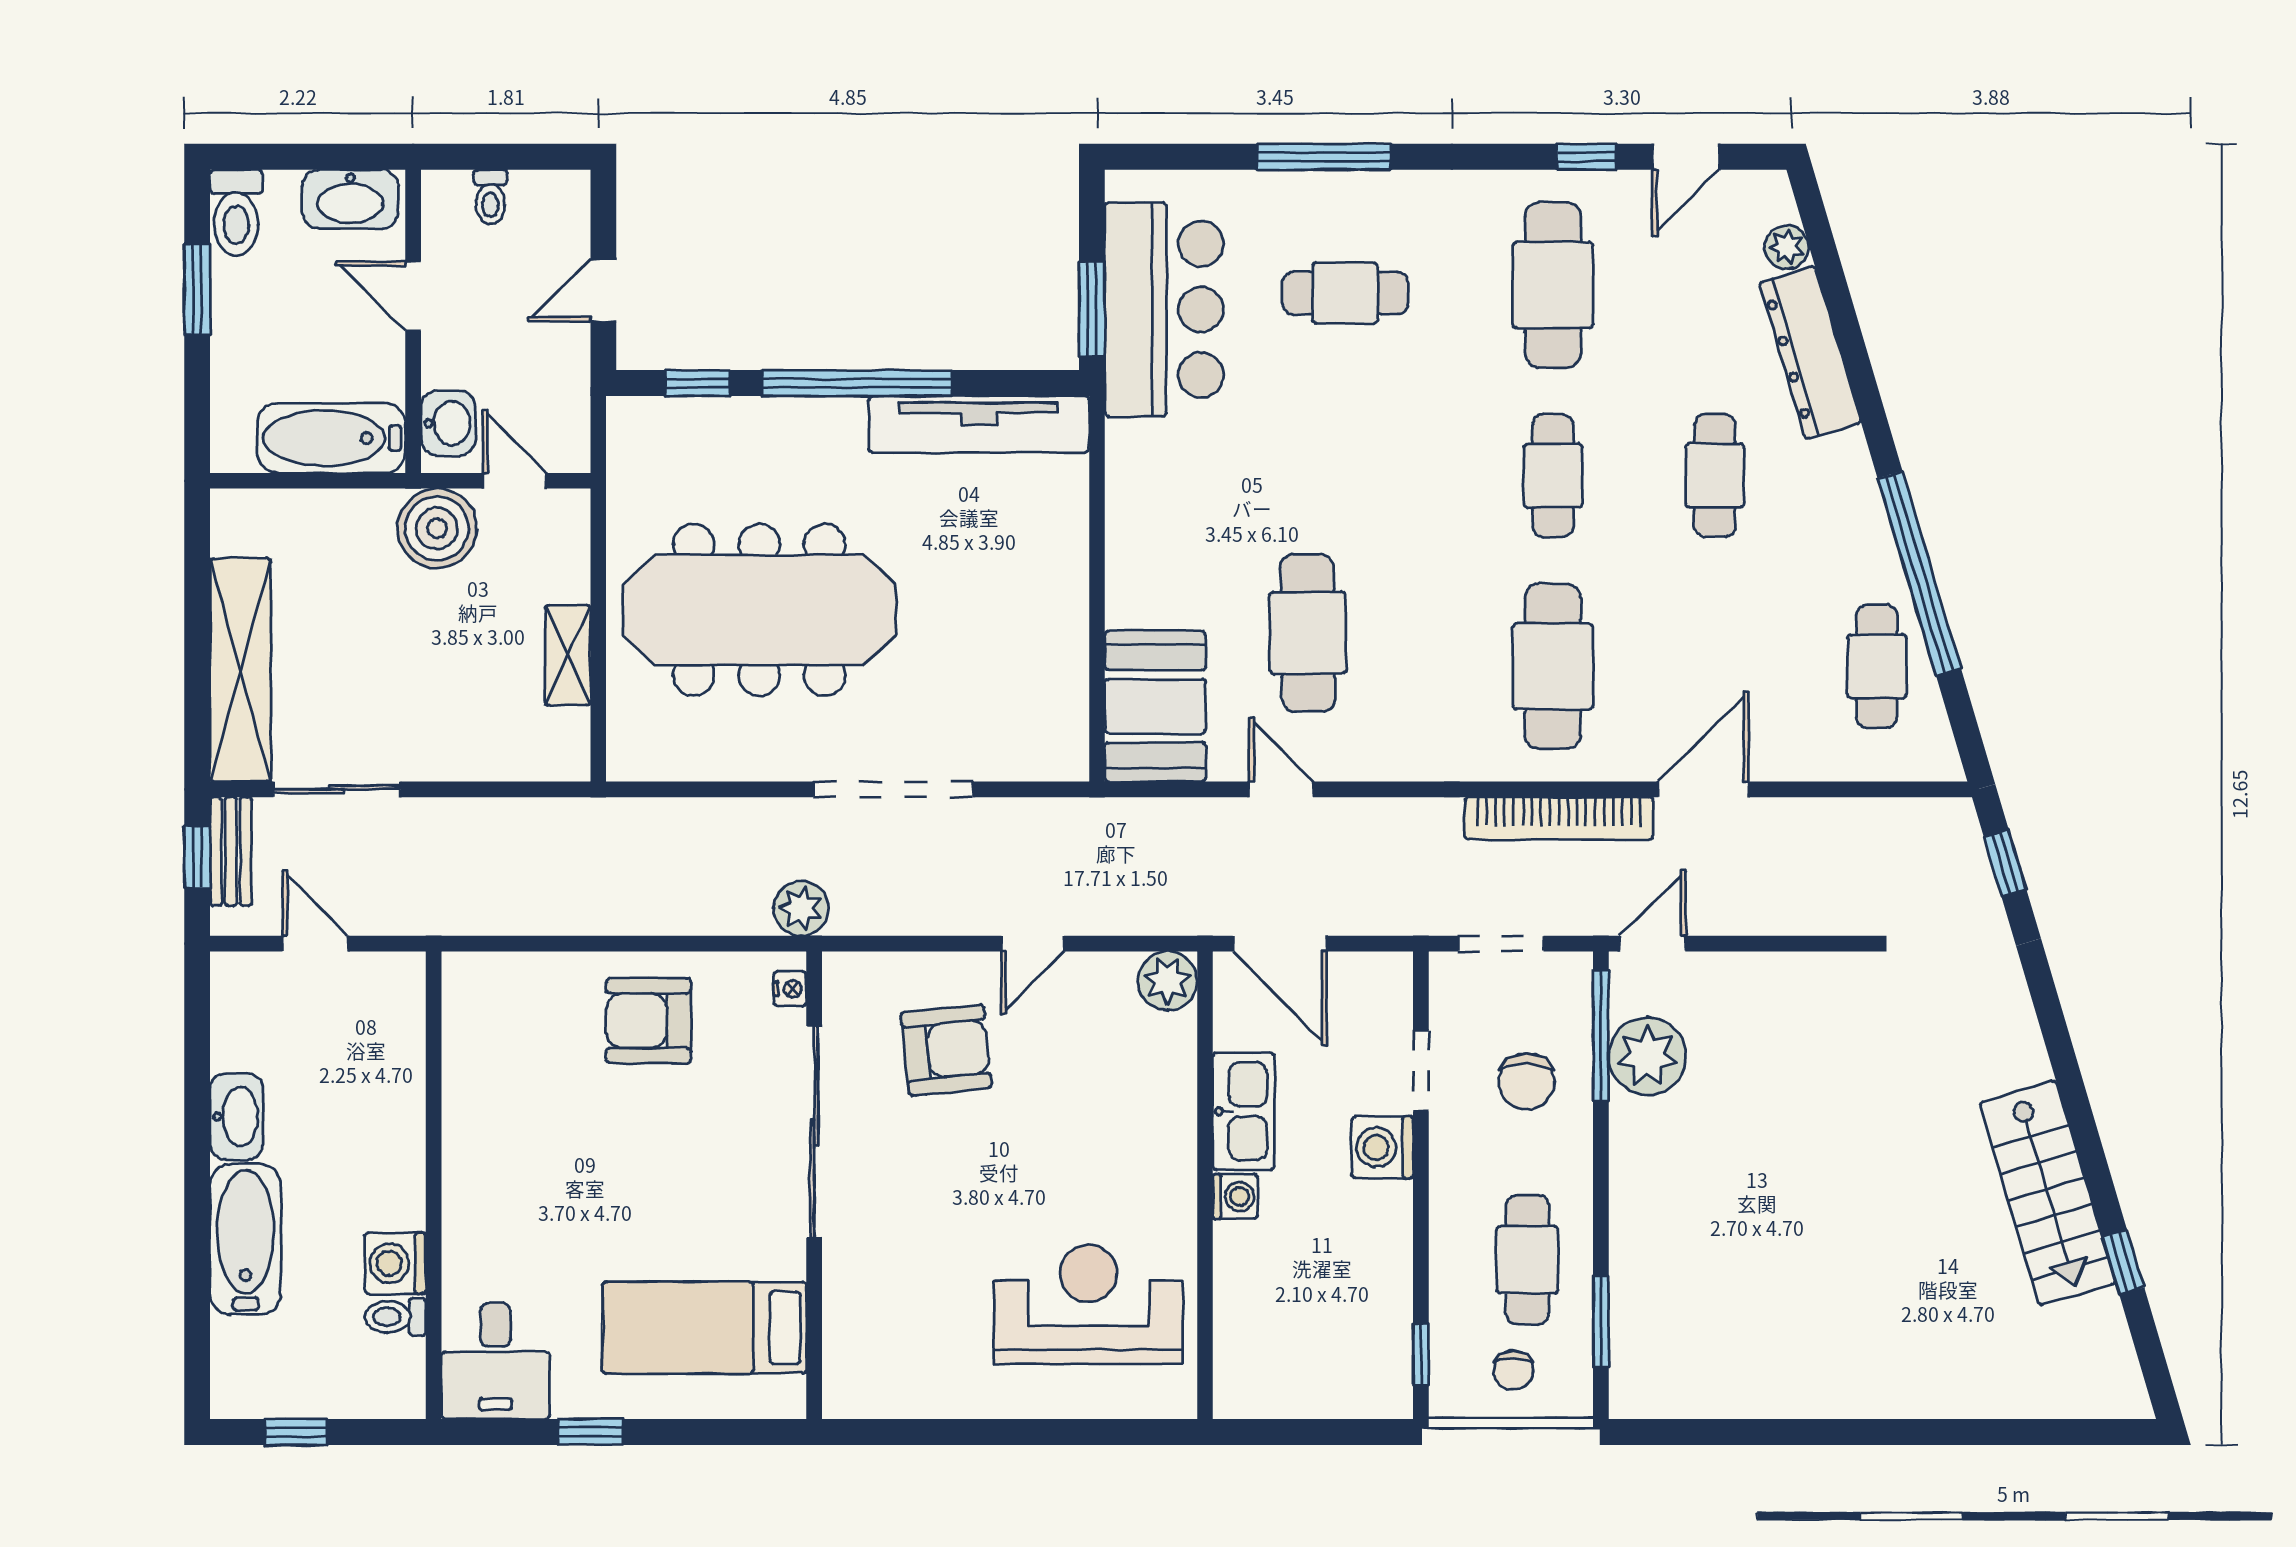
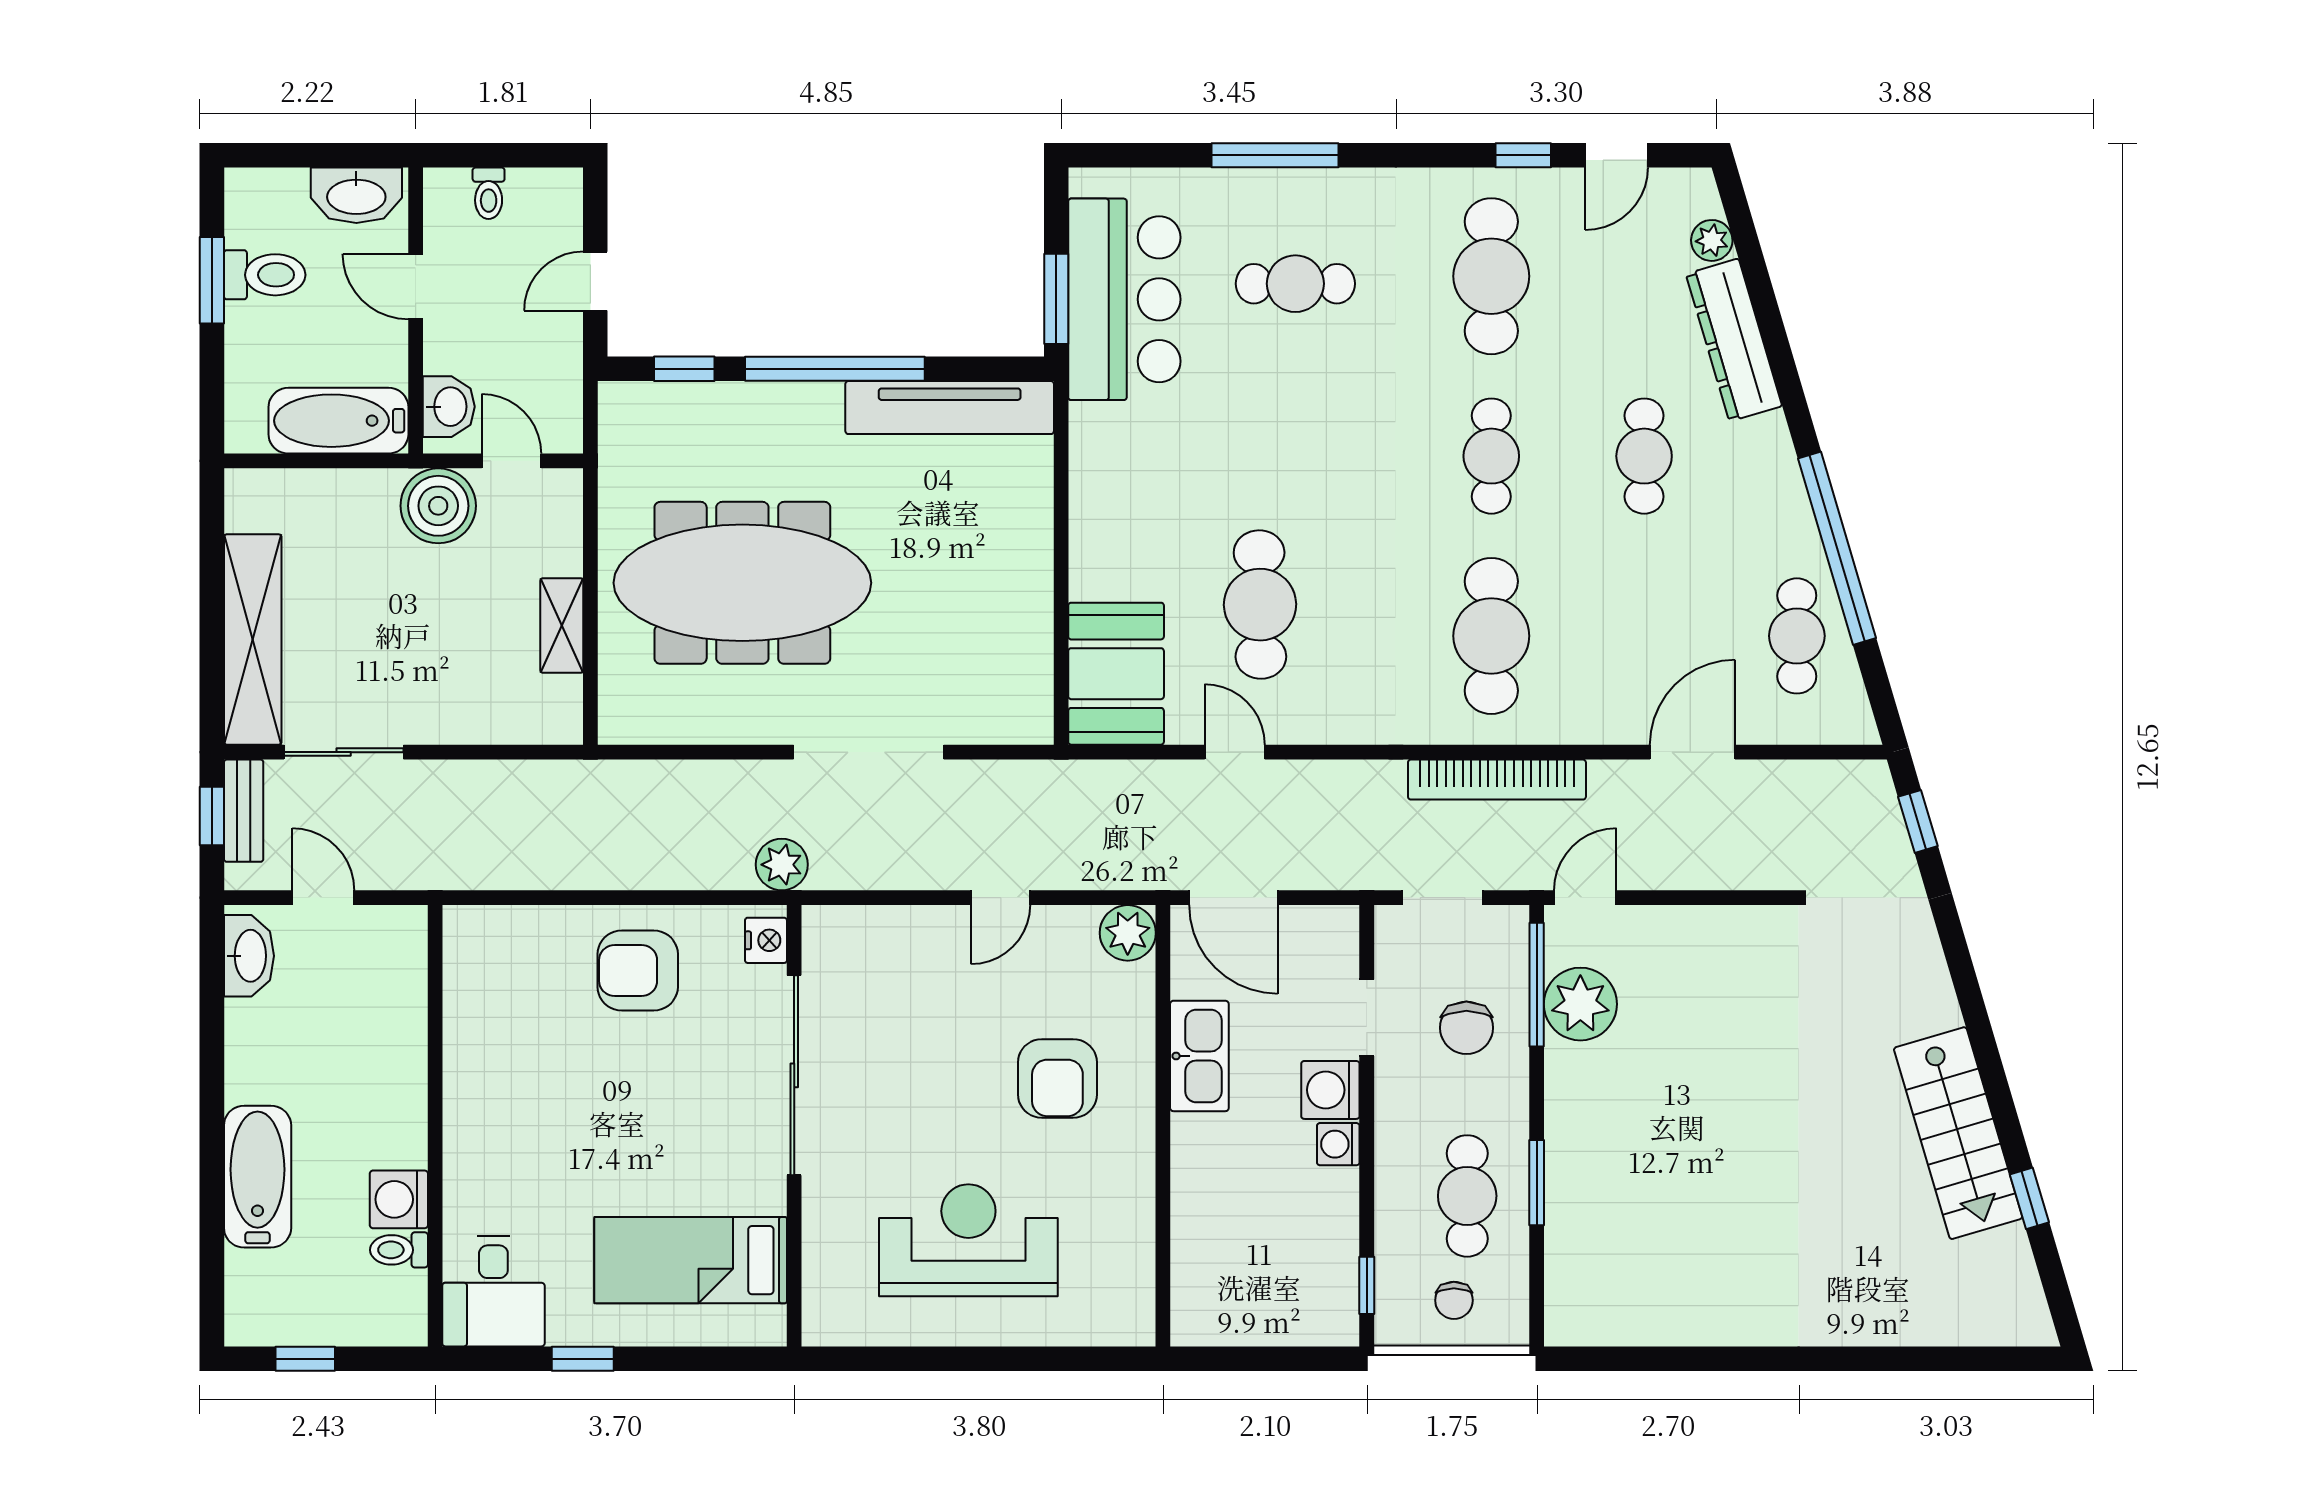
toilet: (236, 213) -> (265, 275), moved, turned -90
door: (1703, 789) -> (1693, 752), moved
nightstand: (790, 989) -> (766, 940), width x1.39, depth x1.35
armchair: (946, 1050) -> (1057, 1078), moved, turned 96
washbasin: (236, 1117) -> (249, 956), moved
washing machine: (1235, 1196) -> (1338, 1144), moved, turned 180
reception desk: (1088, 1304) -> (968, 1240), moved
window: (1601, 1322) -> (1537, 1183), moved

